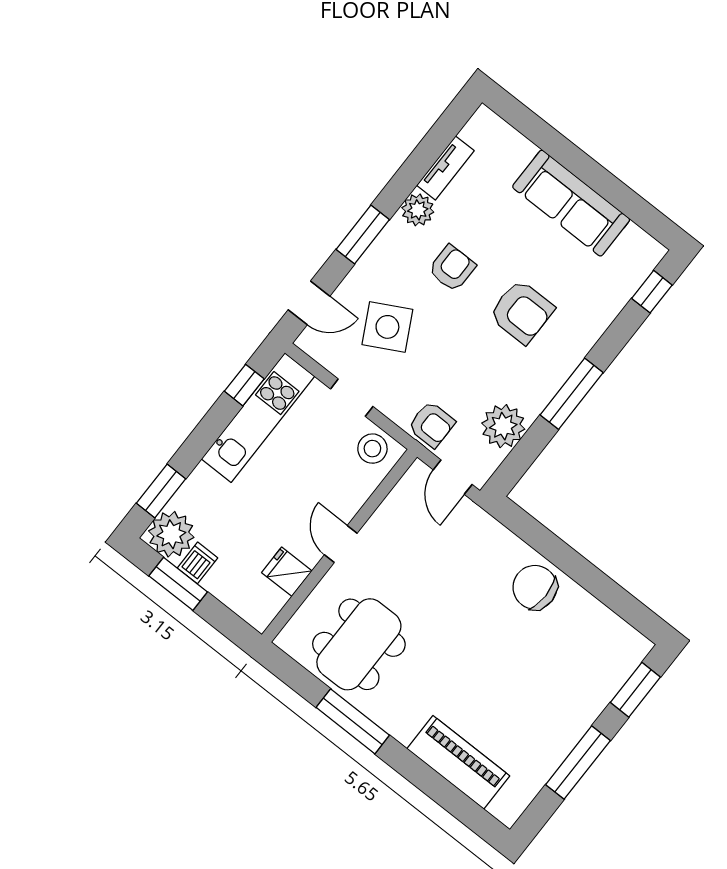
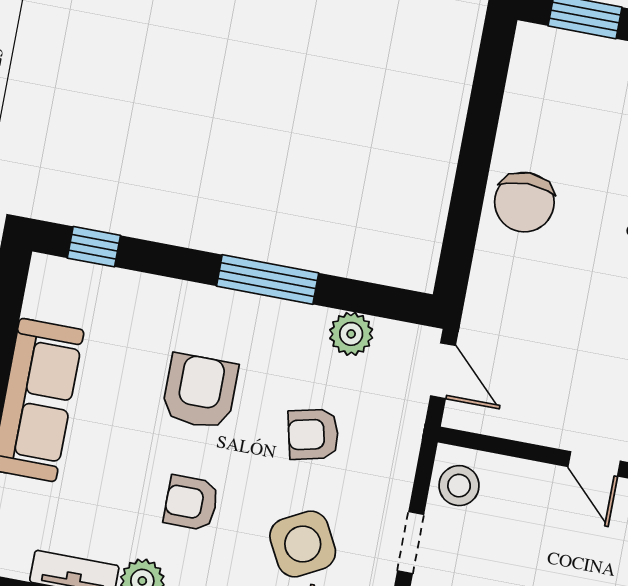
armchair: (432, 425) -> (313, 434), moved, turned -103
plant: (503, 426) -> (351, 334), width x0.73, depth x0.73
door: (453, 477) -> (443, 371), hinge flipped
door: (341, 544) -> (594, 464), hinge flipped

